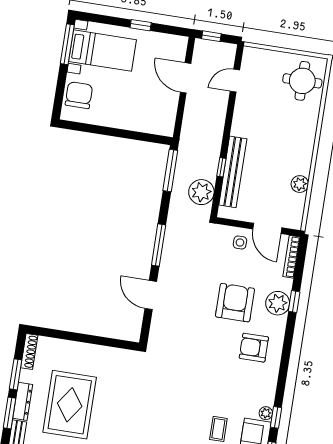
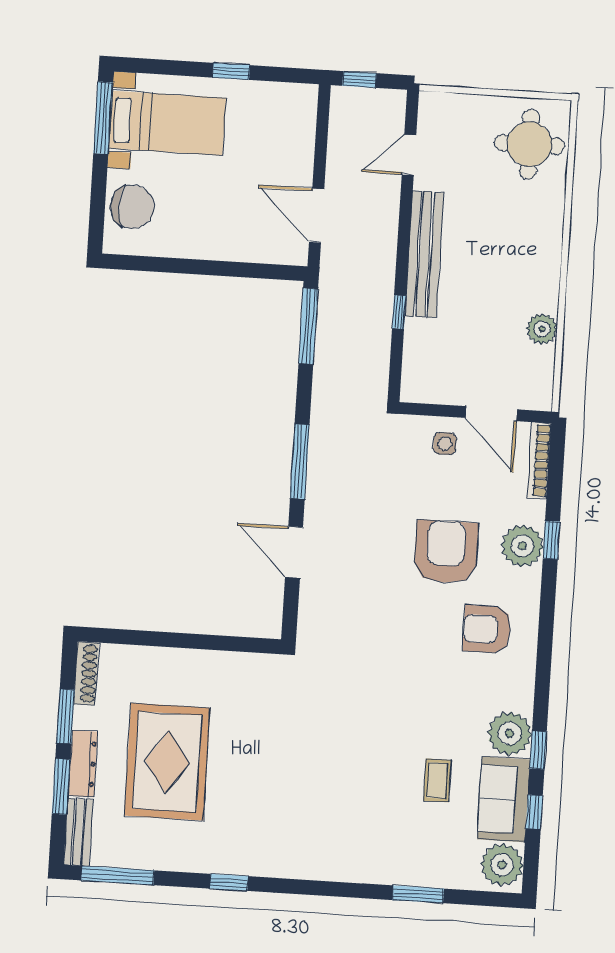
door: (186, 78) -> (317, 215), moved
chair: (79, 95) -> (132, 207), turned 90
bench: (233, 172) -> (424, 254), moved
plant: (201, 192) -> (368, 360), removed
plant: (266, 413) -> (510, 733), width x1.88, depth x1.88

